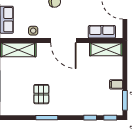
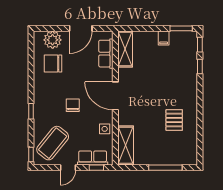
door: (63, 40) -> (115, 96), swing flipped
pallet: (41, 94) -> (174, 120), turned 90
window: (47, 118) -> (200, 114), removed

